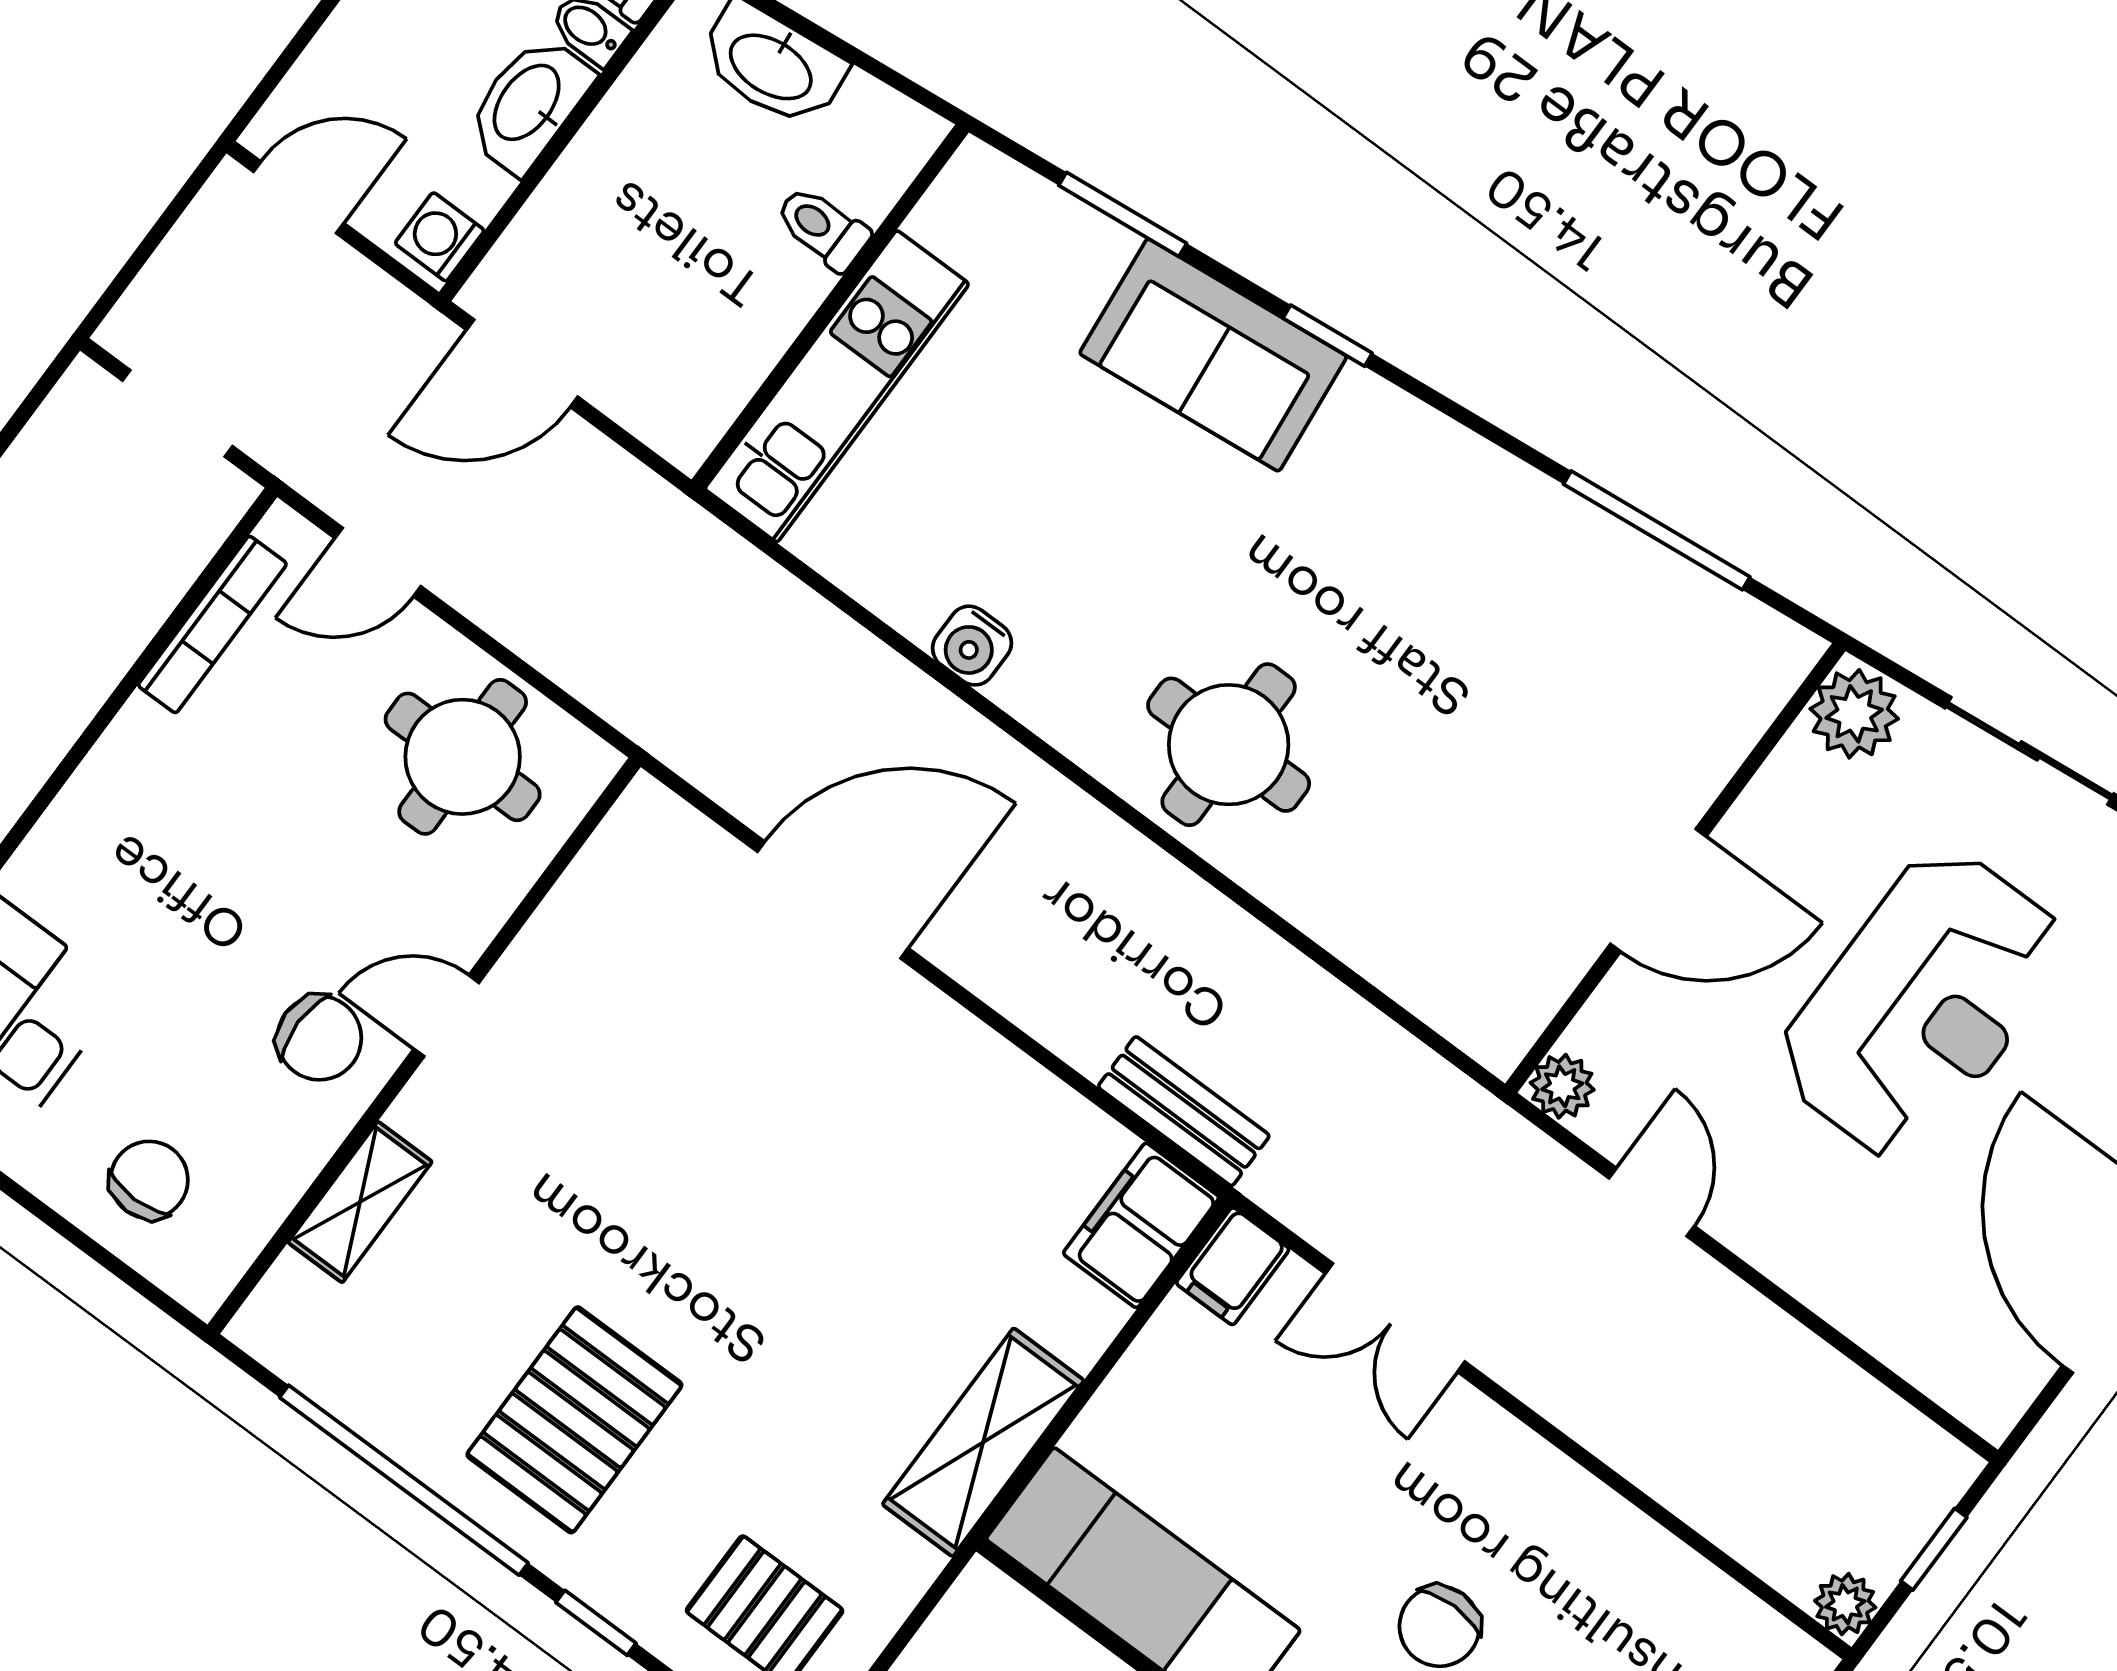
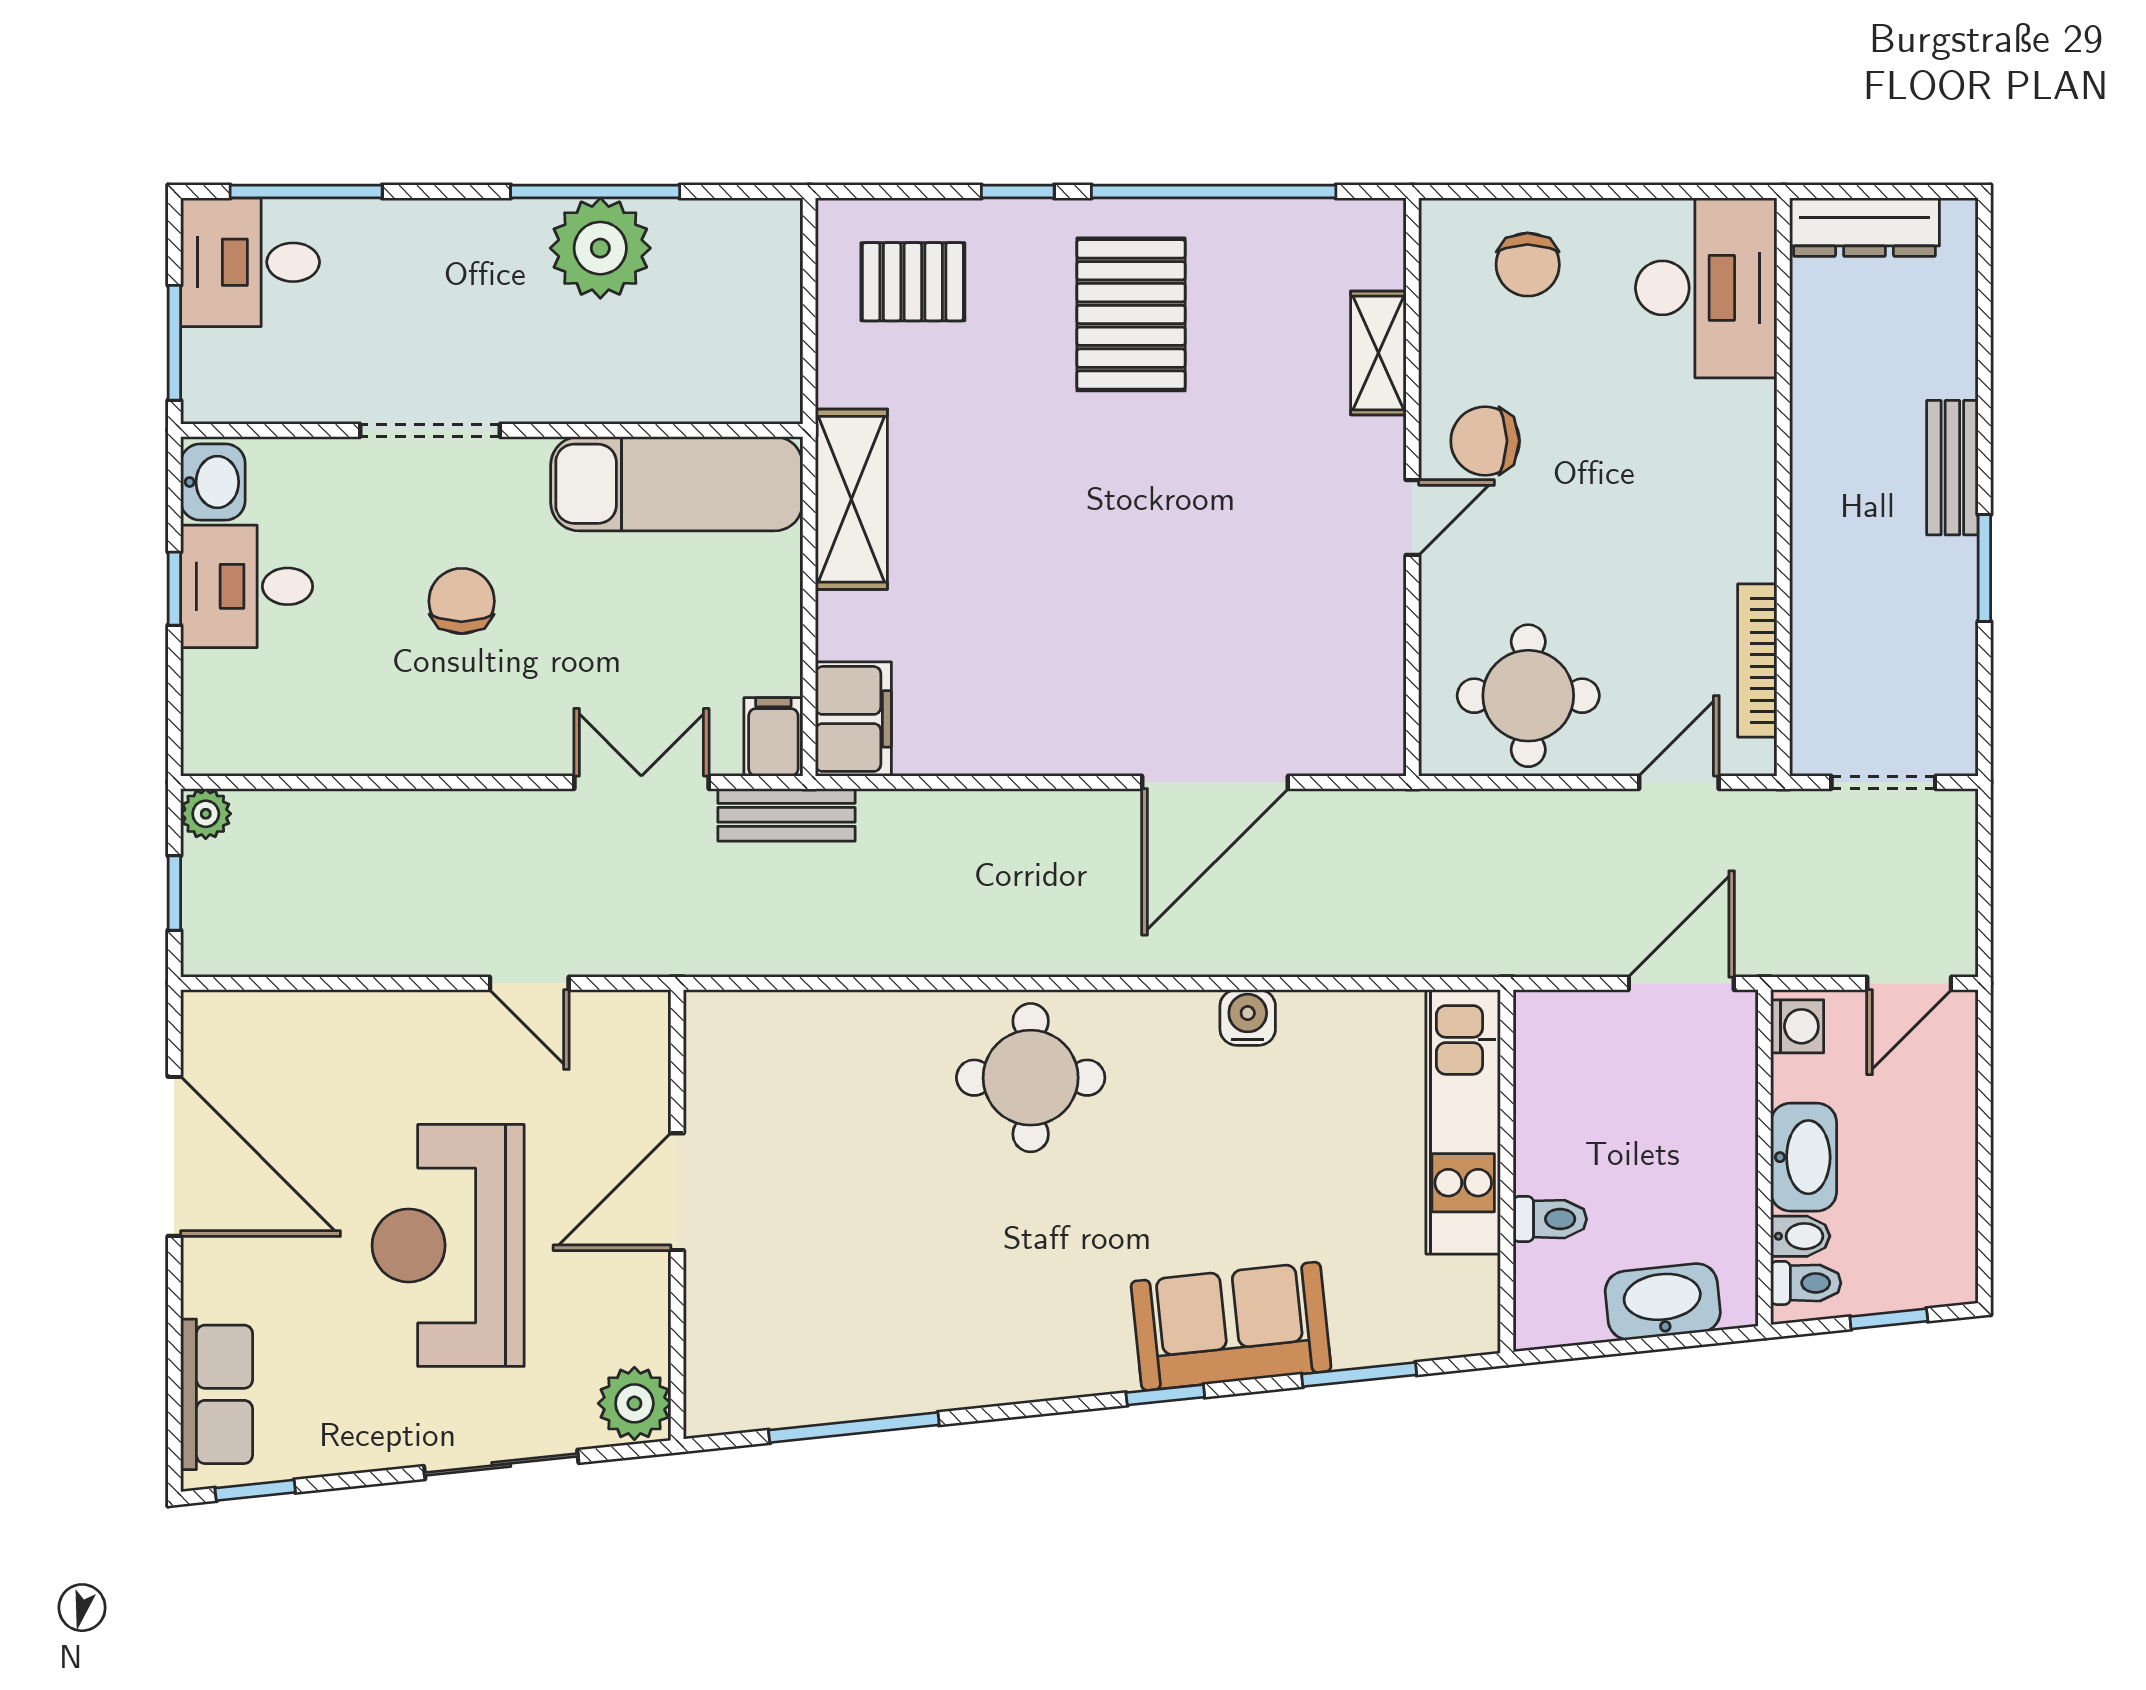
plant: (1562, 1086) -> (645, 1016), removed
bench: (1184, 1111) -> (786, 815), moved

